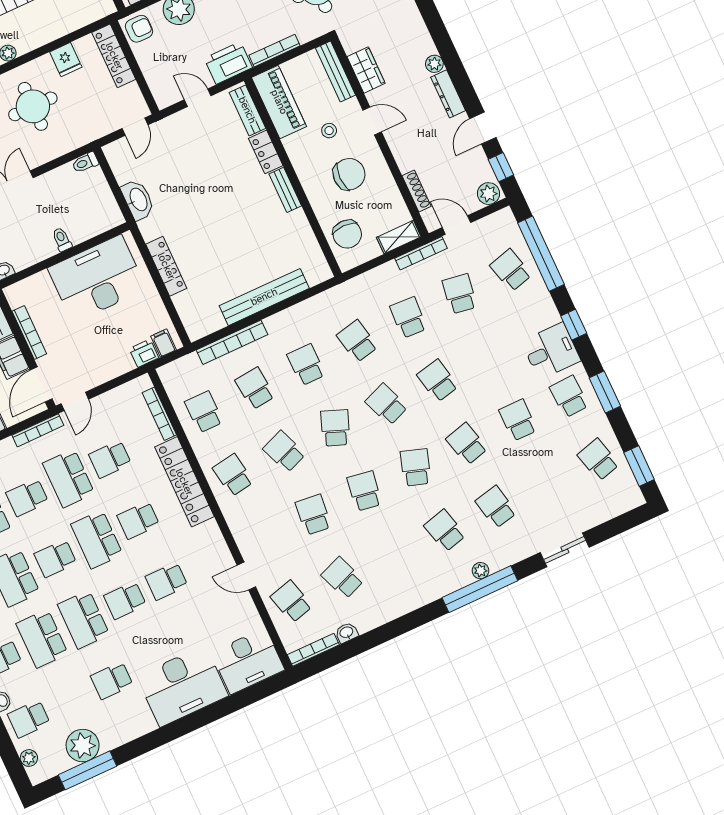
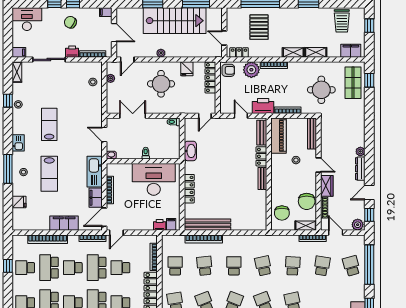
wardrobe: (366, 70) -> (327, 186), moved
chair: (349, 174) -> (307, 201), moved, turned 90
bench: (264, 297) -> (207, 225), moved

